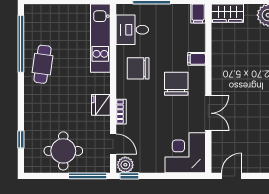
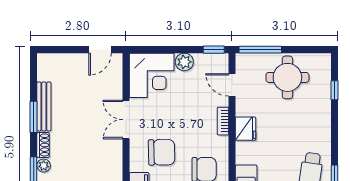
chair: (176, 84) -> (162, 152), turned -91
plant: (125, 165) -> (184, 62), moved

